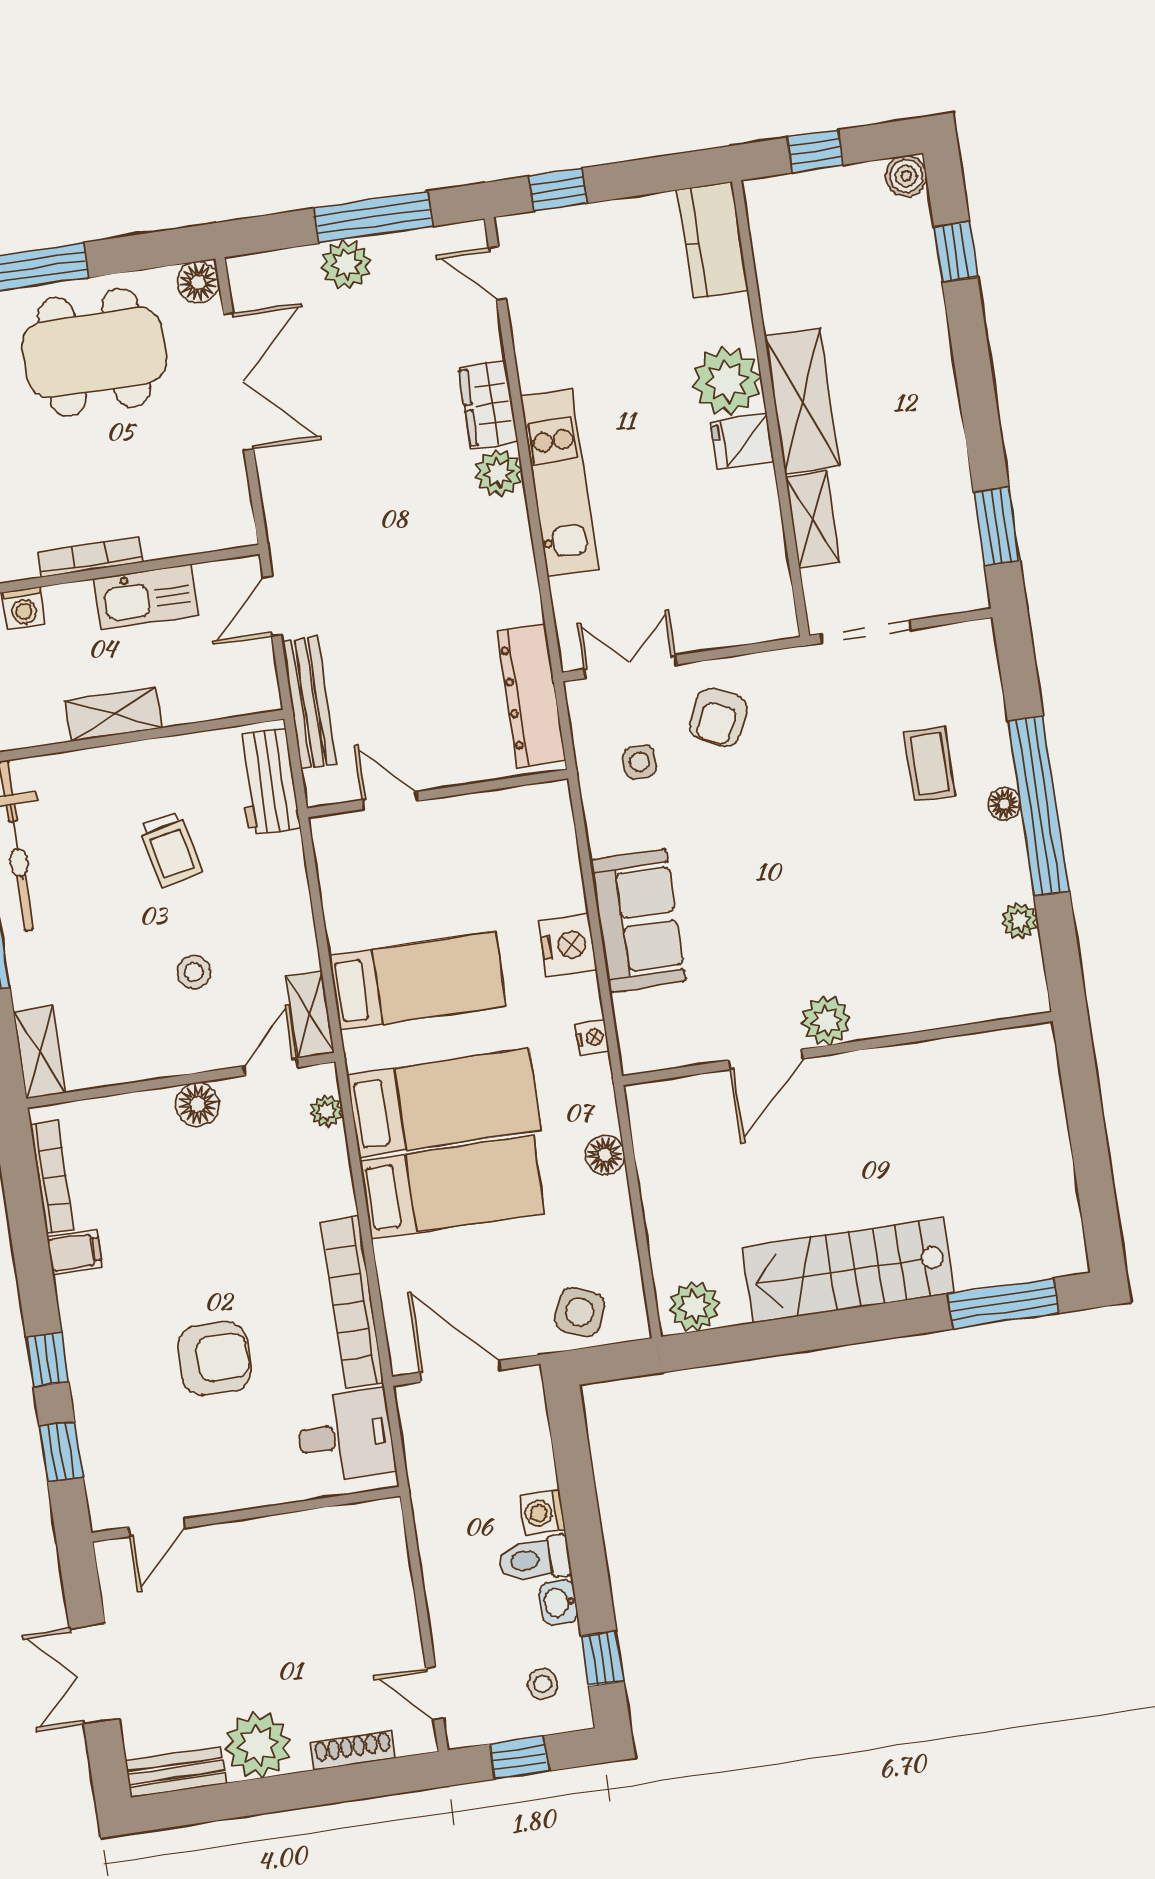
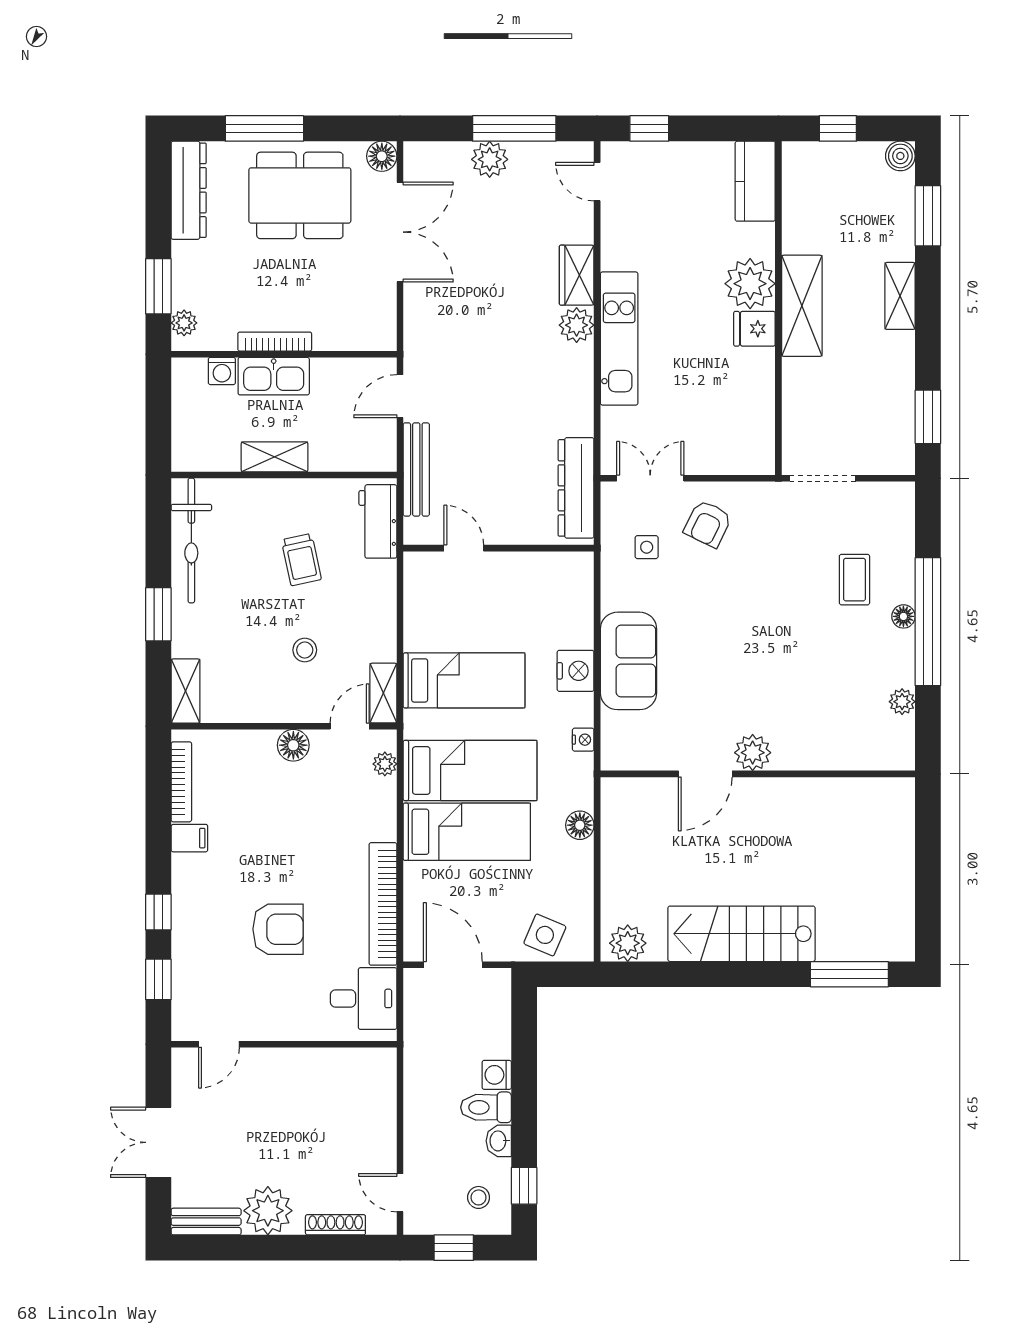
window: (956, 252) -> (928, 216), width x1.50
shelving: (813, 520) -> (900, 296), moved
kitchen sink: (146, 597) -> (274, 376), moved

